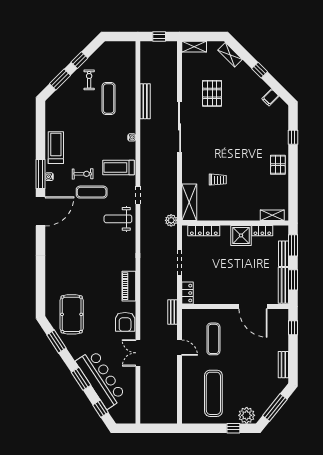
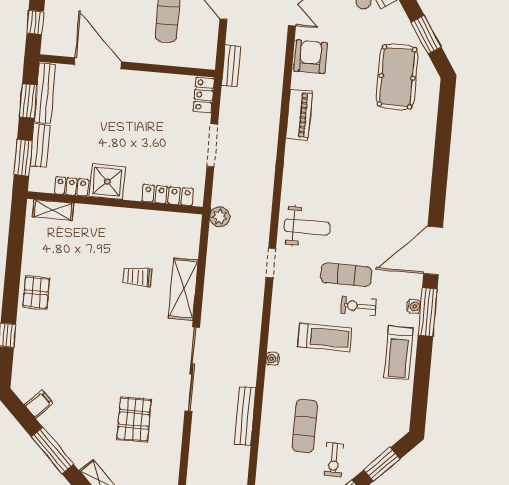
window: (260, 70) -> (52, 451), width x2.17
treadmill: (119, 168) -> (325, 337), moved
shelving: (189, 202) -> (183, 289), moved

